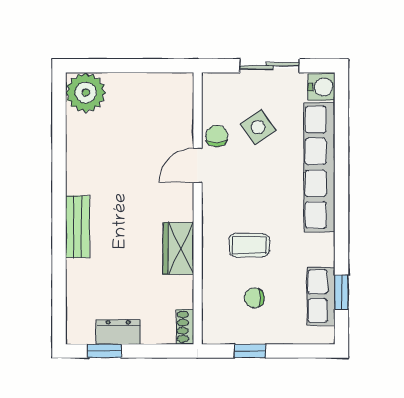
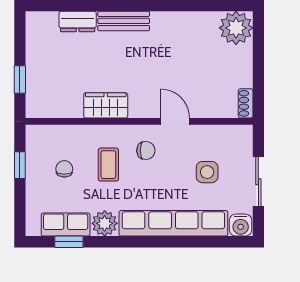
side table: (258, 127) -> (207, 172), turned 35
chair: (217, 136) -> (146, 150), moved
plant: (319, 250) -> (105, 223), added
shoe rack: (185, 327) -> (246, 103), moved, turned -90
dresser: (118, 332) -> (78, 21), moved, turned 90
window: (104, 351) -> (20, 80), moved

